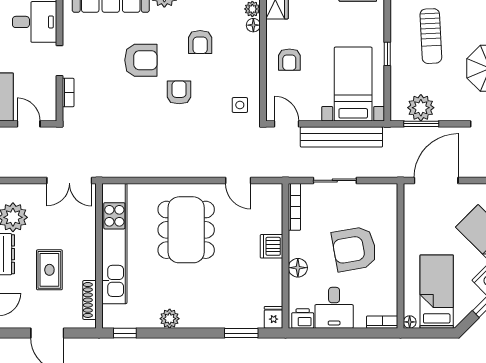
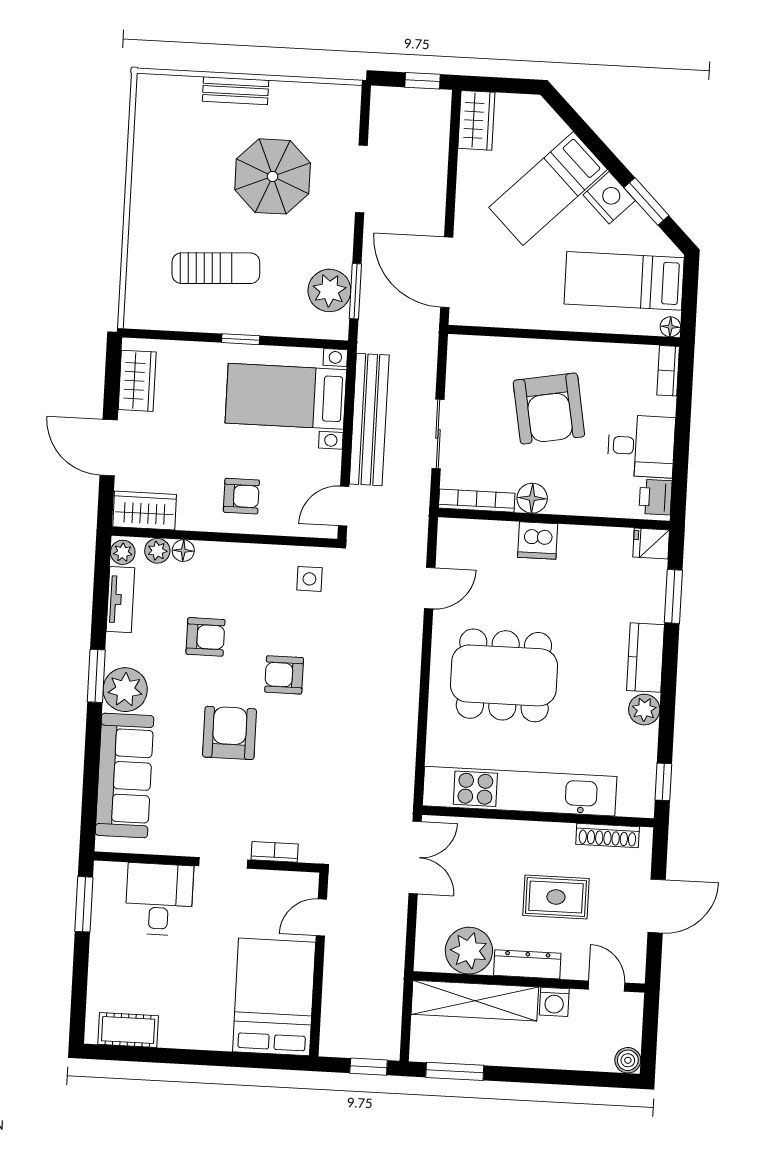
floor lamp: (298, 268) -> (532, 498), moved
kitchen counter: (202, 318) -> (646, 658), added

